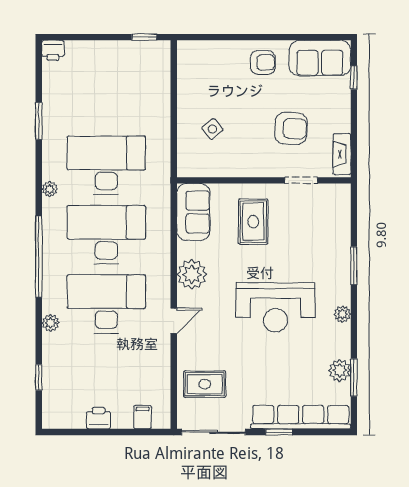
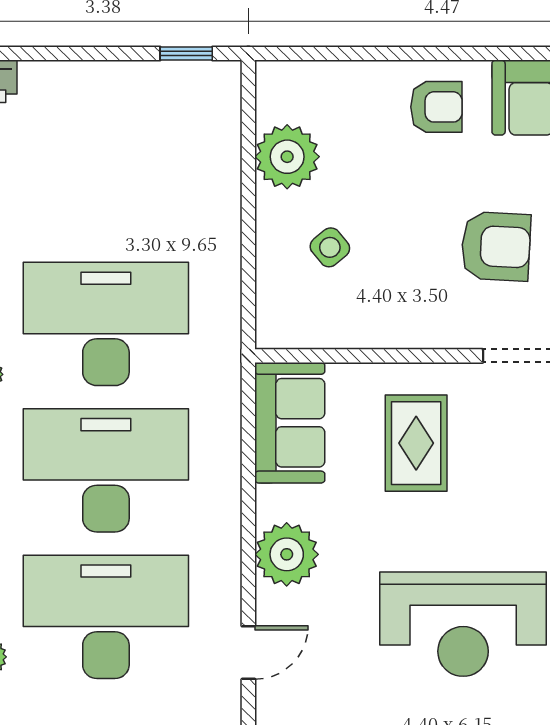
plant: (192, 86) -> (287, 157), added

